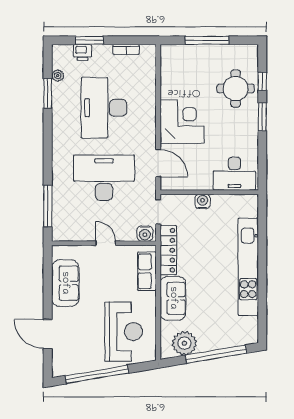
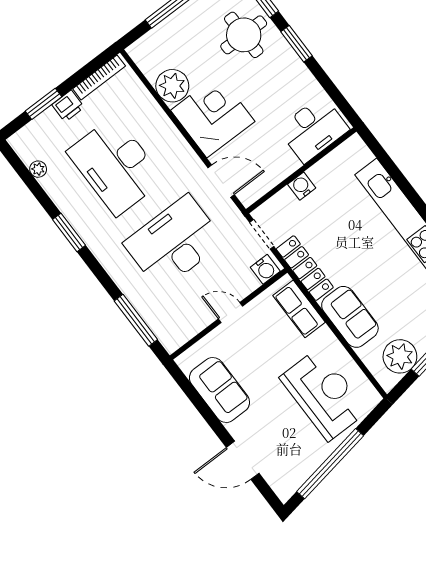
bookcase: (126, 49) -> (99, 77), width x1.56
printer: (83, 52) -> (68, 106), moved
plant: (172, 87) -> (172, 86), added
window: (48, 93) -> (69, 232), moved

